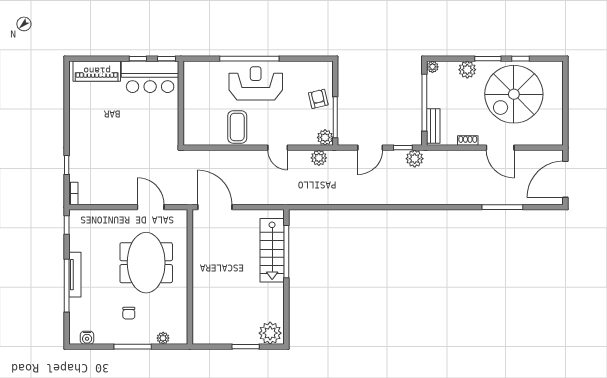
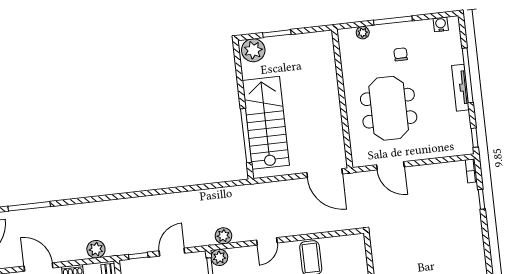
door: (278, 148) -> (267, 241), swing flipped
plant: (415, 159) -> (96, 249), moved
stairs: (272, 250) -> (266, 123), width x1.36, depth x1.51

